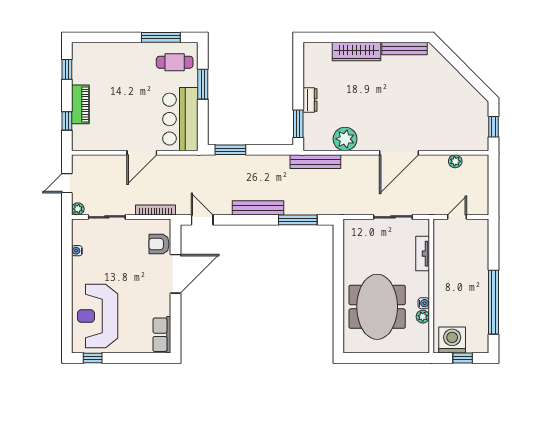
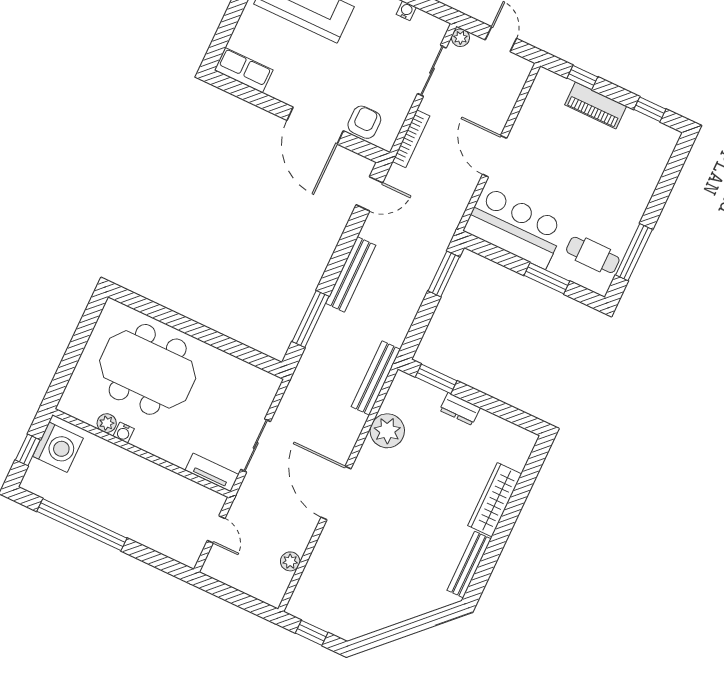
cafe table: (175, 62) -> (593, 255), turned 90
tv unit: (423, 254) -> (212, 472), moved

